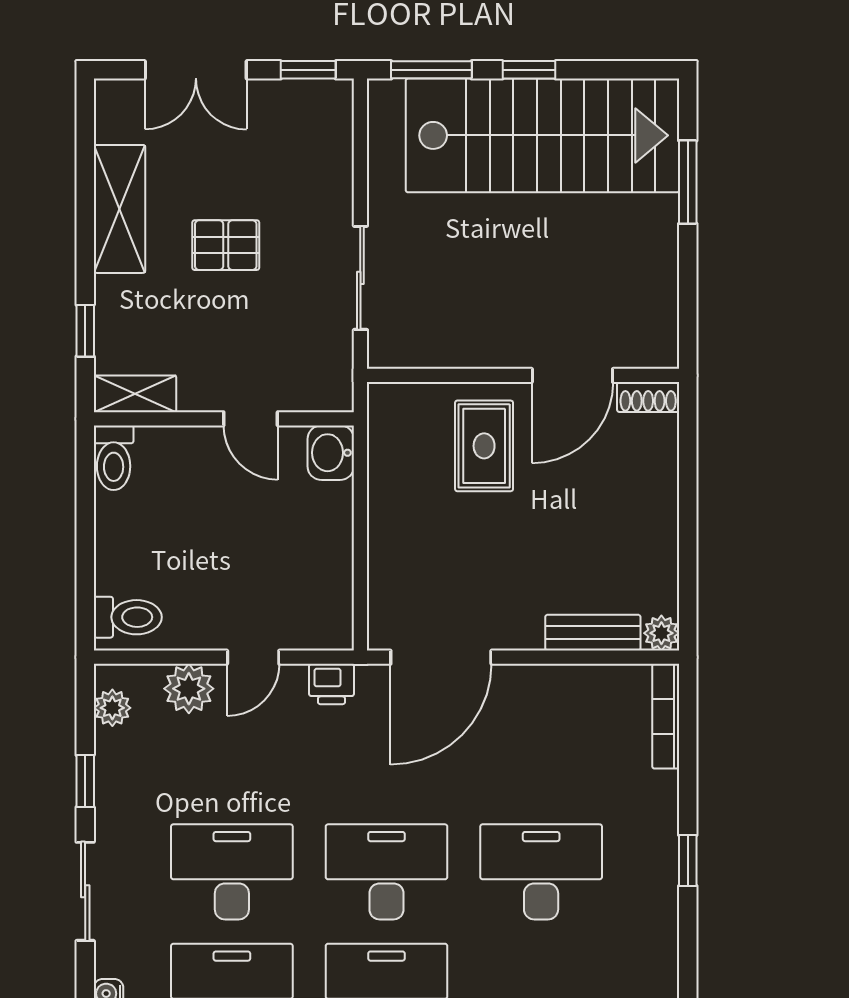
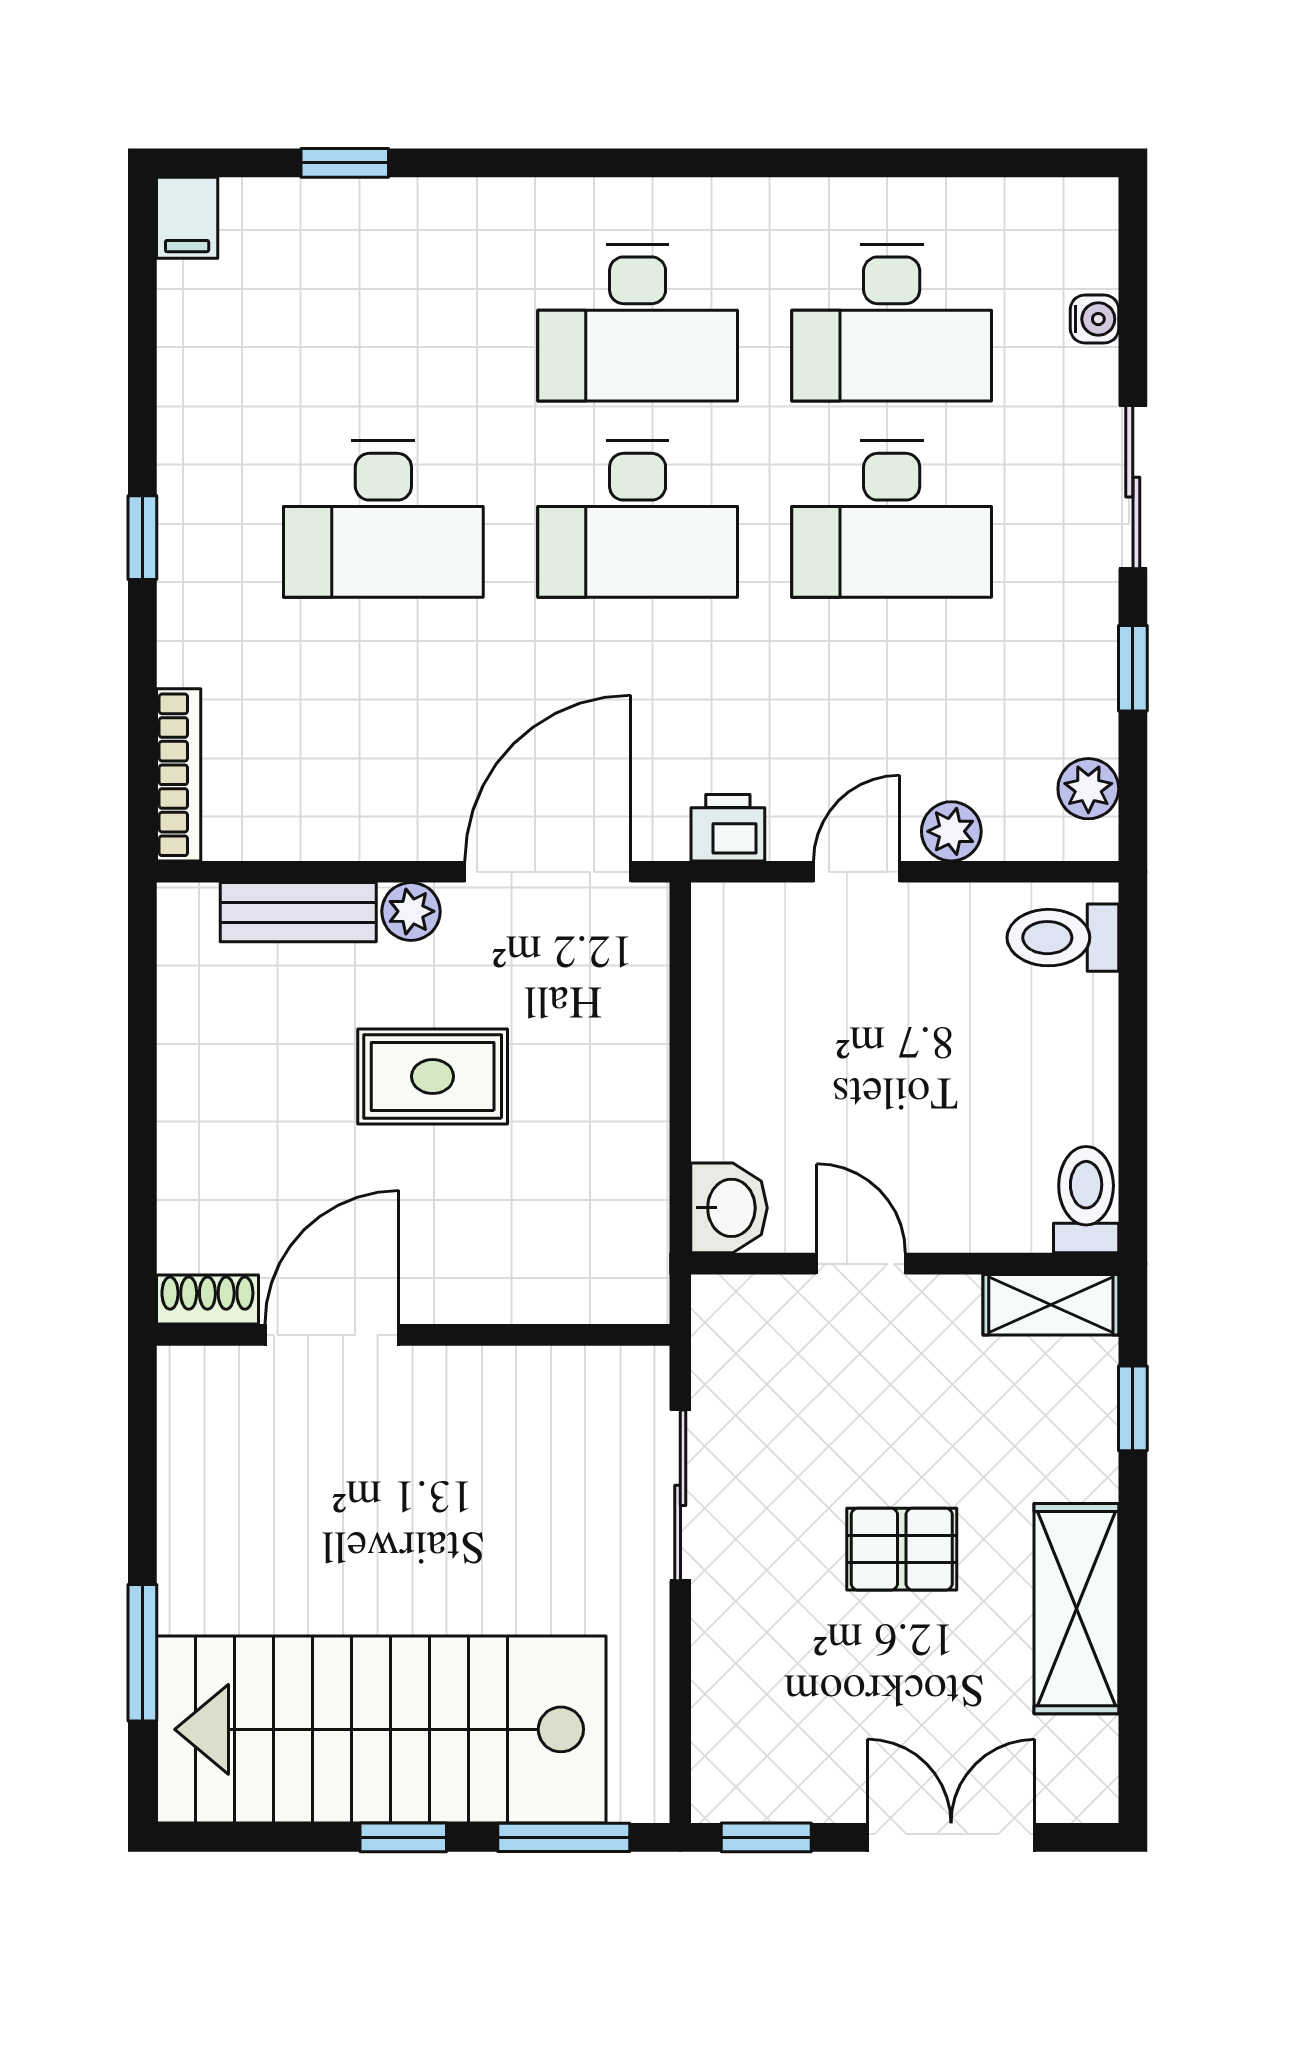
rug: (484, 446) -> (433, 1077), moved, turned 90
plant: (661, 633) -> (411, 911), moved
plant: (189, 689) -> (951, 831), width x0.73, depth x0.73

